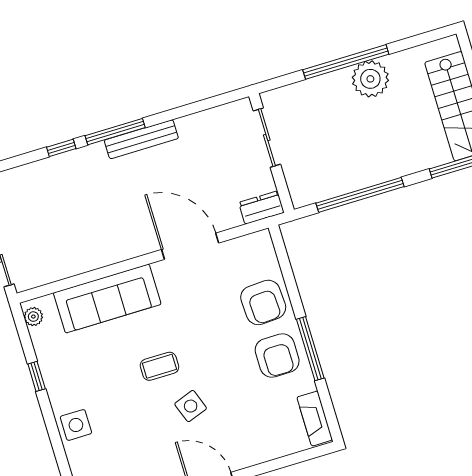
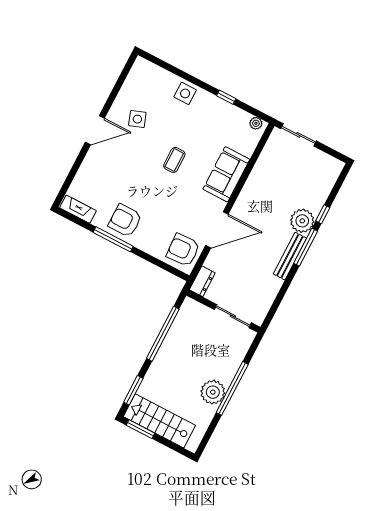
plant: (90, 163) -> (302, 221), added
sofa: (107, 299) -> (226, 174), width x0.73
armchair: (263, 302) -> (183, 250), moved
side table: (191, 406) -> (137, 119), moved

